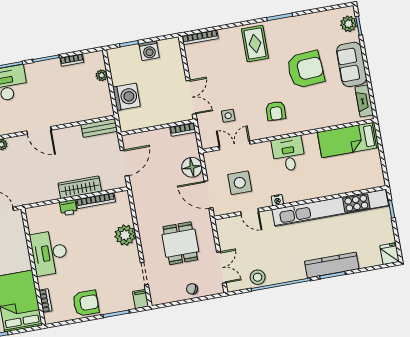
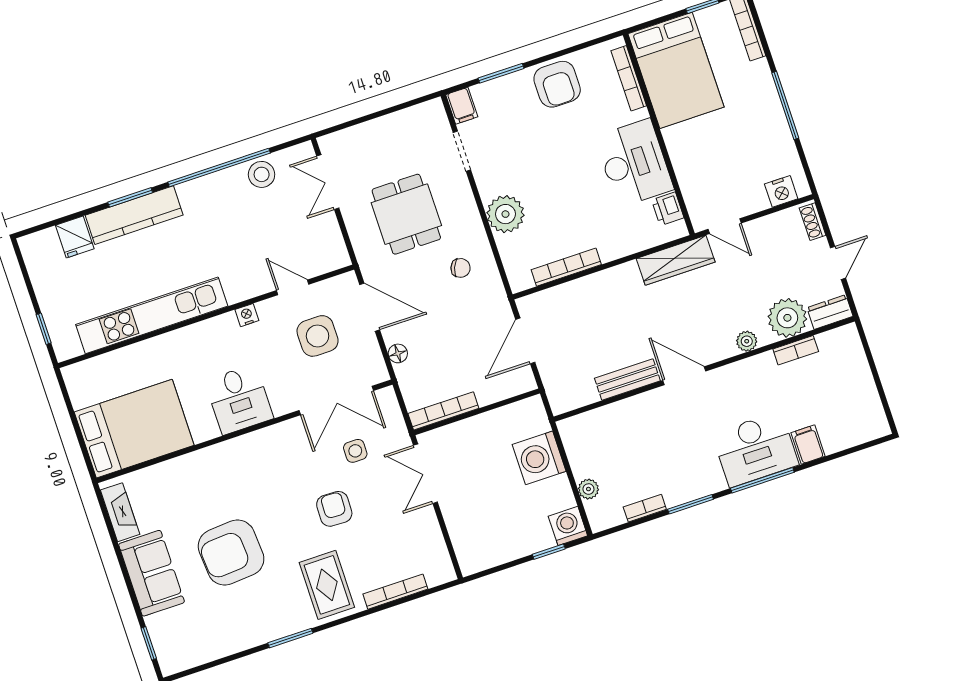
plant: (349, 24) -> (167, 644), removed
bookcase: (200, 37) -> (395, 592), moved
washing machine: (149, 51) -> (568, 526), moved
armchair: (276, 111) -> (334, 509), moved
bench: (99, 128) -> (627, 380), moved
bookcase: (183, 129) -> (443, 411), width x1.56
bed: (348, 140) -> (134, 429), width x1.50
double door: (235, 145) -> (336, 401), width x1.37
floor lamp: (192, 167) -> (398, 353), width x0.53, depth x0.53
wardrobe: (80, 187) -> (676, 260), moved
printer: (68, 208) -> (668, 209), moved, turned -90
kitchen unit: (330, 208) -> (152, 315), width x0.73
fridge: (390, 254) -> (75, 237), moved
chair: (192, 289) -> (461, 268), moved
bookcase: (45, 301) -> (629, 78), width x1.56
armchair: (86, 303) -> (557, 84), turned -90

